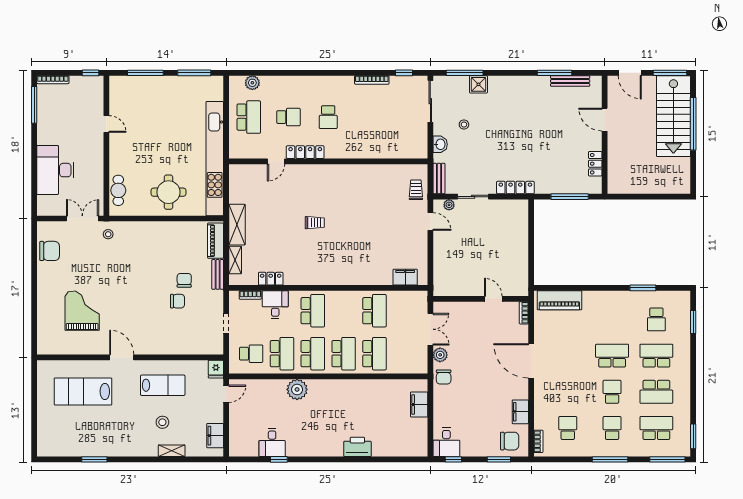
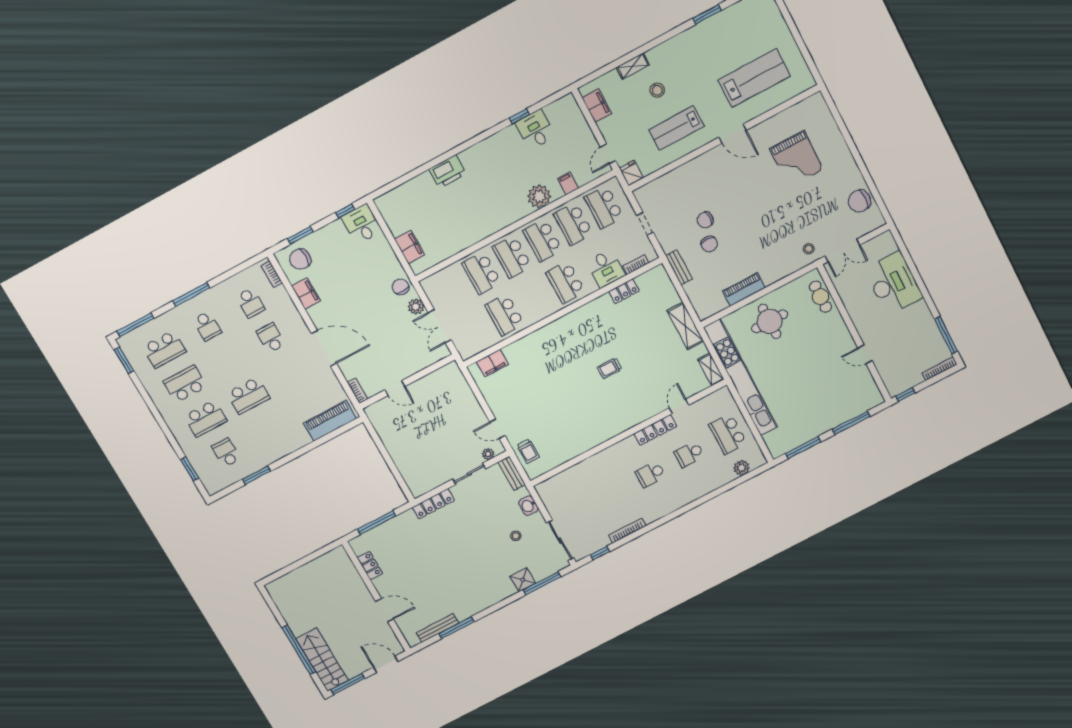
stairs: (673, 116) -> (322, 660), width x0.73, depth x0.66
school desk: (328, 117) -> (651, 474), turned -90
piano: (215, 241) -> (744, 289), moved, turned -90
shelving: (235, 260) -> (711, 370), moved
school desk: (251, 354) -> (604, 207), width x1.85
filing cabinet: (269, 387) -> (568, 183), added
school desk: (612, 392) -> (271, 338), moved, turned 180

